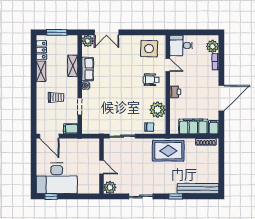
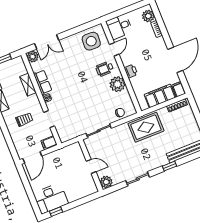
door: (168, 65) -> (114, 49), hinge flipped
plant: (158, 110) -> (117, 84), moved
door: (49, 136) -> (32, 157), hinge flipped
desk: (57, 178) -> (51, 198), width x0.73, depth x0.77

